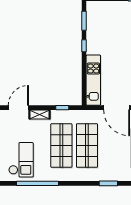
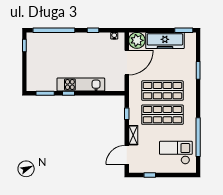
kitchen unit: (93, 80) -> (81, 85), moved
door: (18, 108) -> (127, 155), hinge flipped

